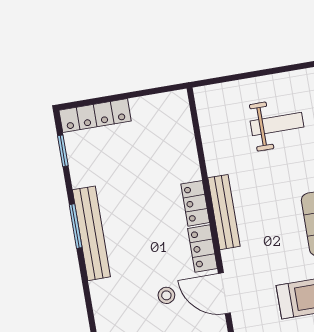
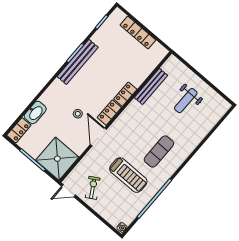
locker: (95, 116) -> (138, 32), moved
weight bench: (277, 124) -> (186, 101), turned 90
bench: (224, 212) -> (151, 86), moved

